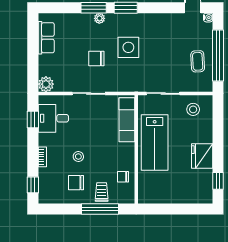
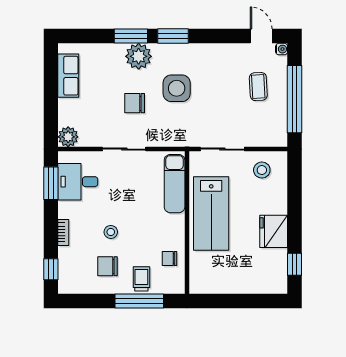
plant: (99, 18) -> (139, 56), width x1.87, depth x1.87
coffee table: (198, 61) -> (258, 87), moved
window: (33, 119) -> (51, 183), width x1.50

